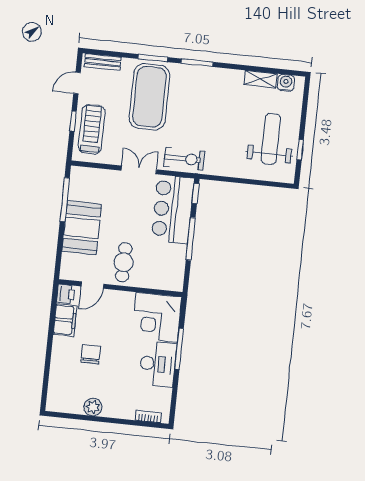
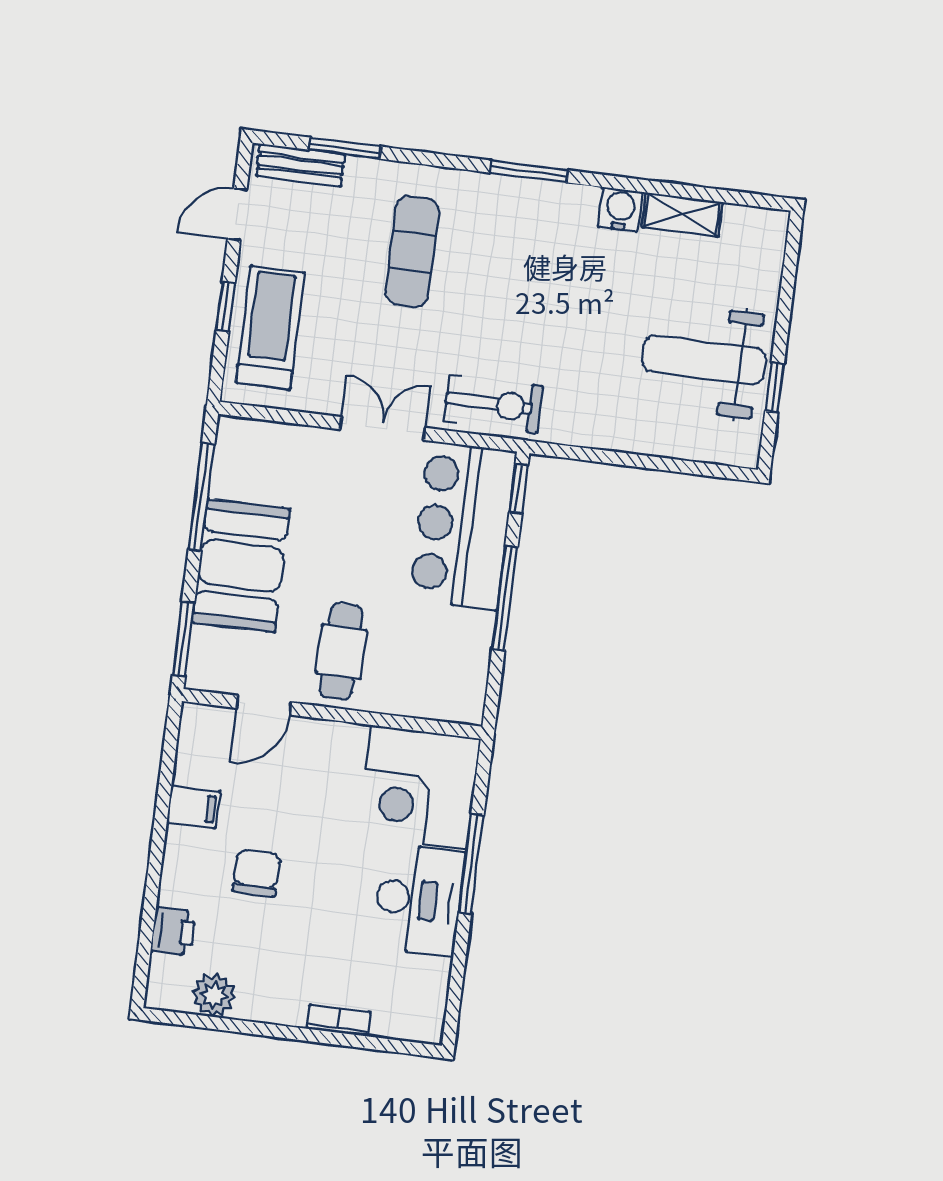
window: (153, 58) -> (345, 148), moved
water cooler: (286, 83) -> (620, 209), moved
exercise mat: (149, 97) -> (412, 252), width x0.50, depth x0.69
weight bench: (271, 139) -> (704, 360), turned -90
window: (59, 258) -> (184, 639), added
printer: (66, 294) -> (173, 931), moved
filing cabinet: (65, 320) -> (193, 807), width x0.50
plant: (93, 407) -> (214, 995), moved
bookcase: (148, 417) -> (339, 1020), moved

